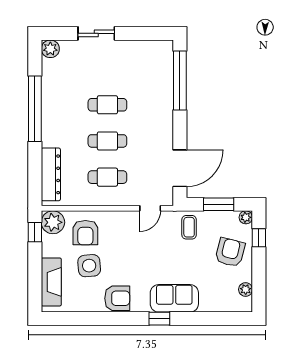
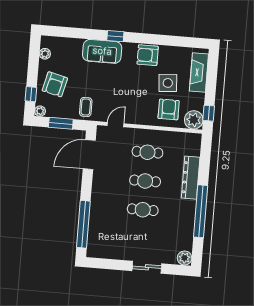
dresser: (51, 174) -> (191, 178), moved

